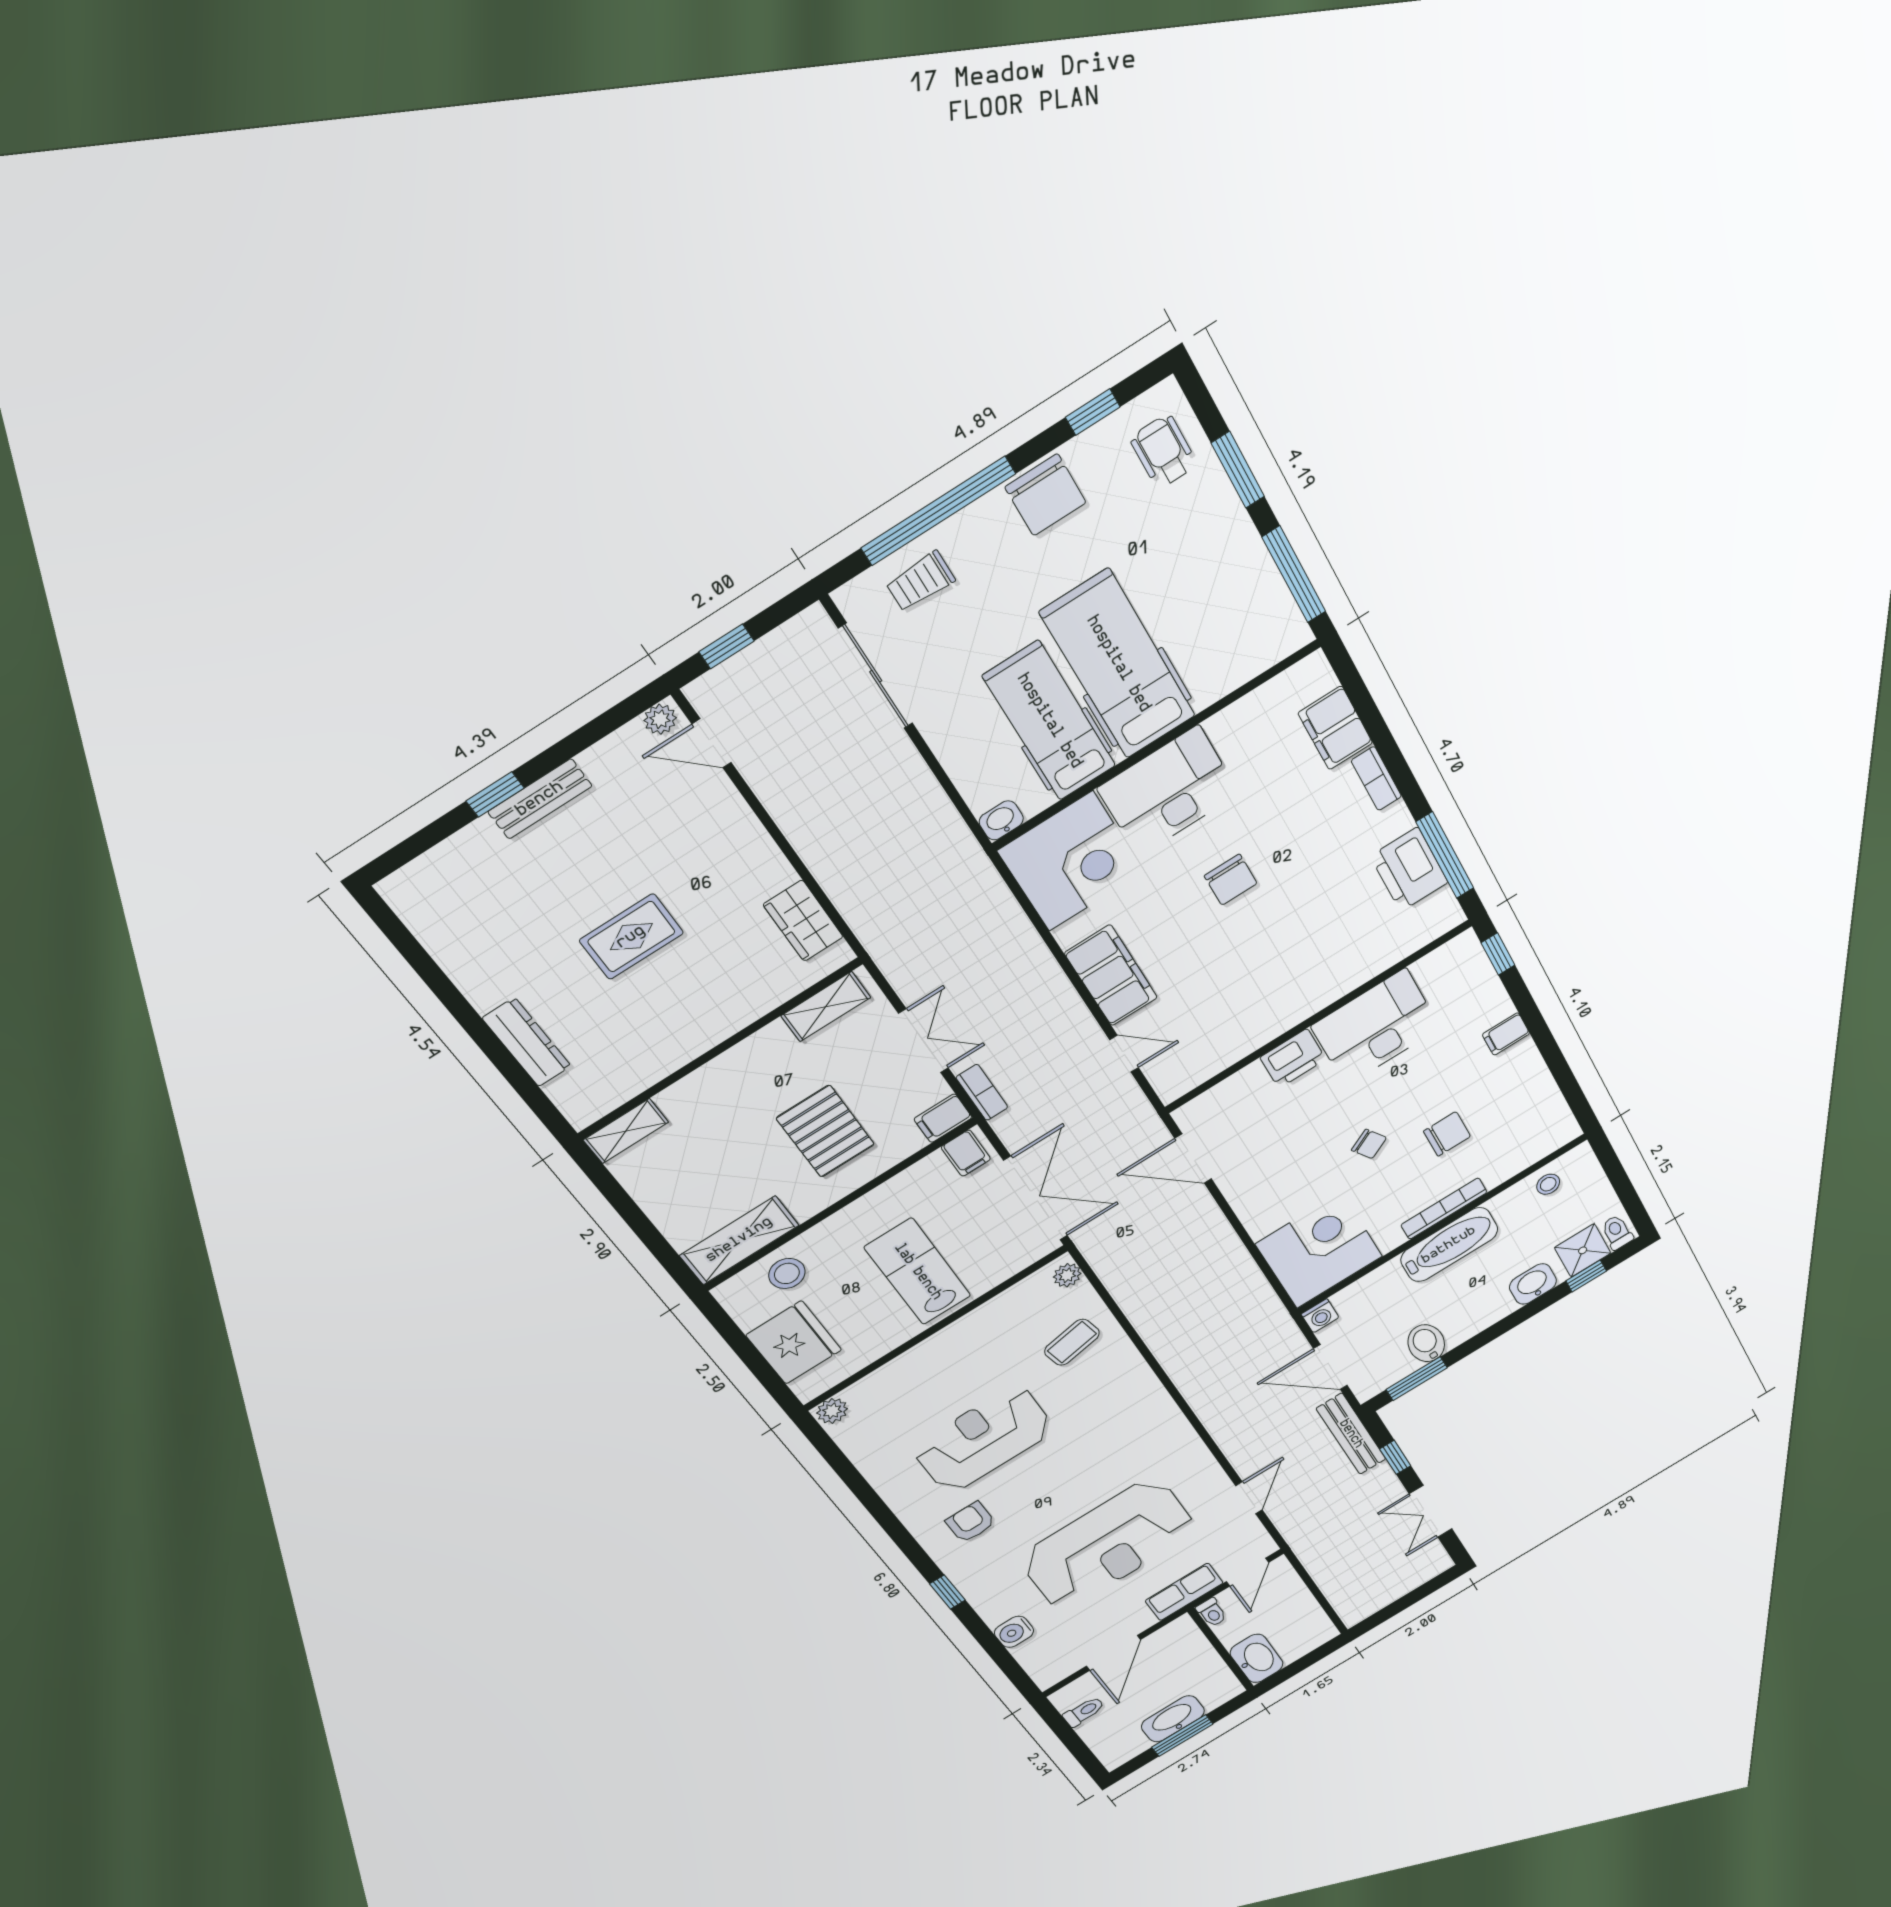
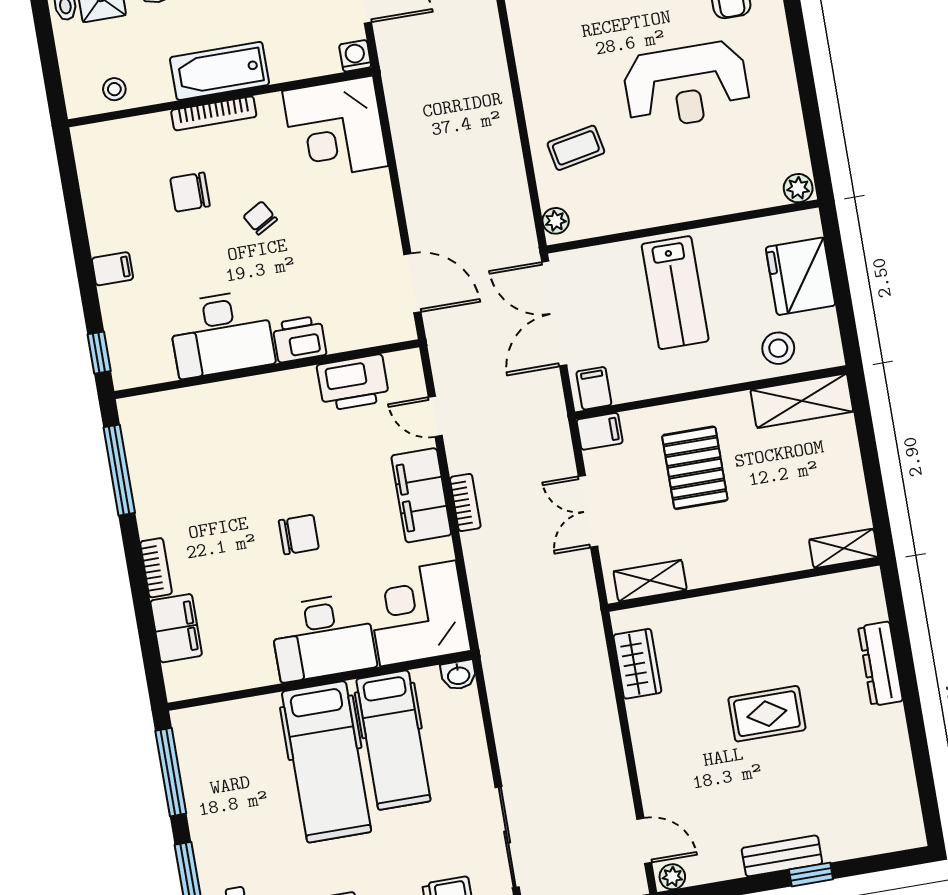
printer: (1409, 869) -> (353, 383), moved, turned 90
chair: (1231, 880) -> (299, 535), turned 90
bookcase: (982, 1092) -> (465, 503), moved, turned 180

